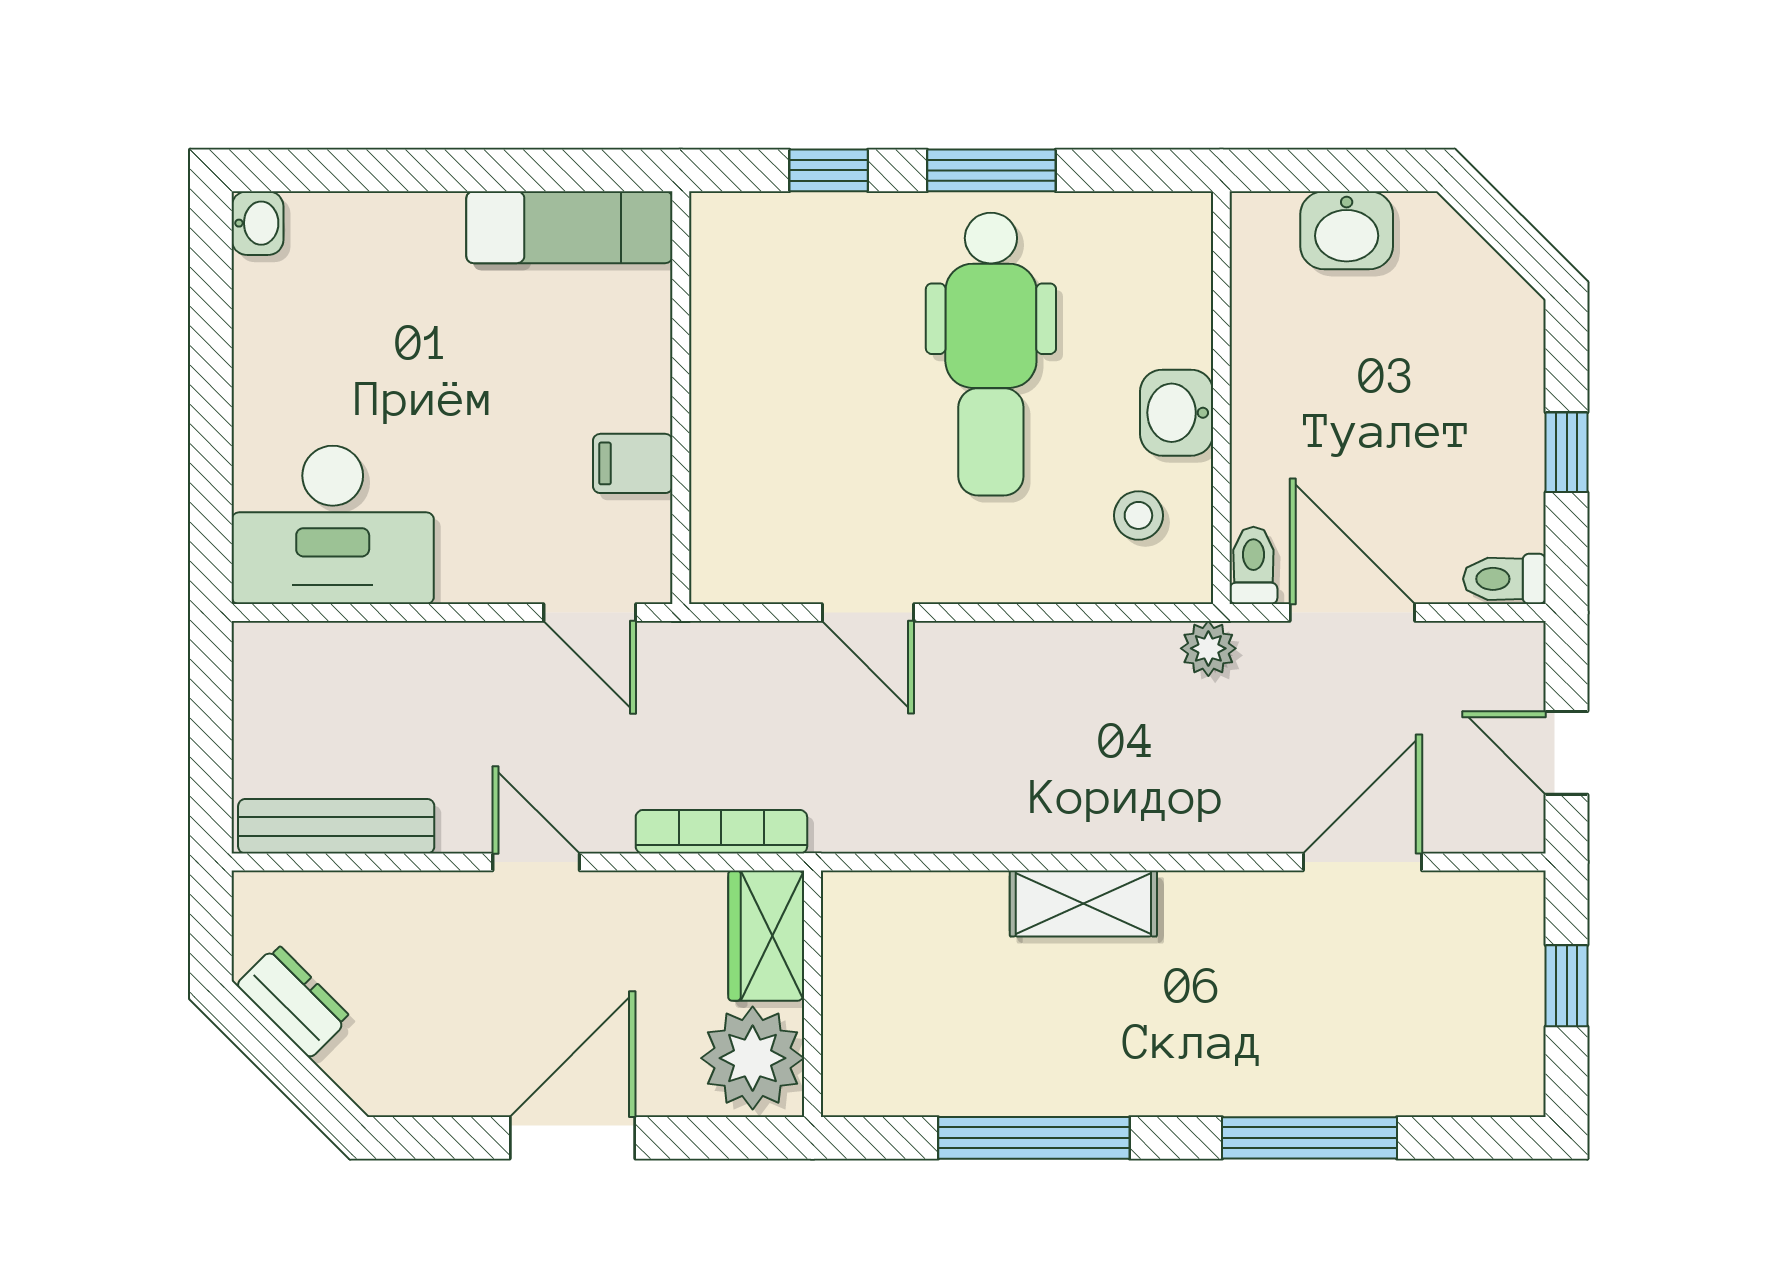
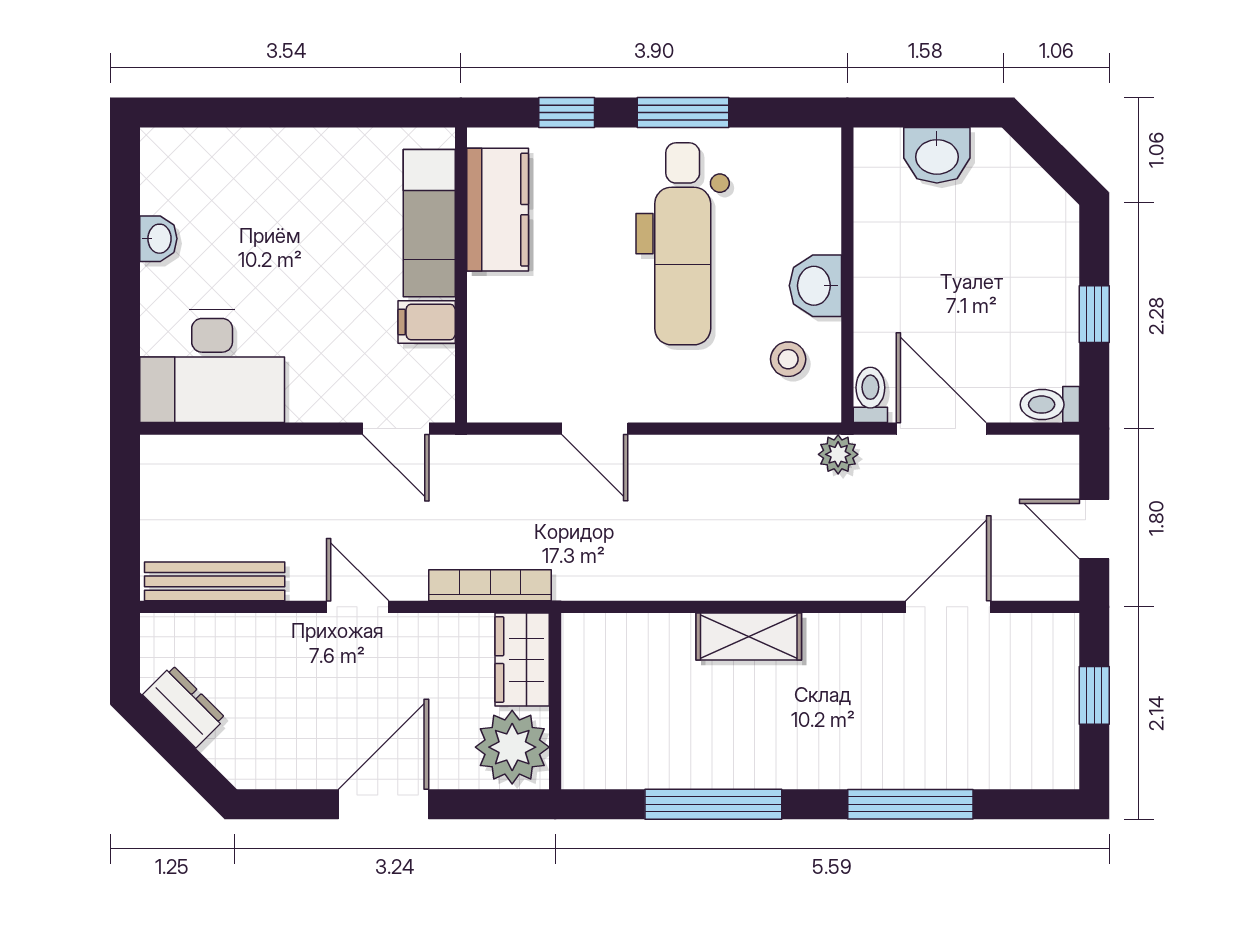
washbasin: (258, 223) -> (158, 239), moved
exam couch: (569, 227) -> (429, 223), moved, turned 90
kitchen counter: (732, 306) -> (498, 210), added

